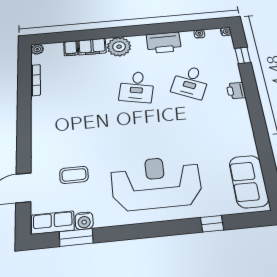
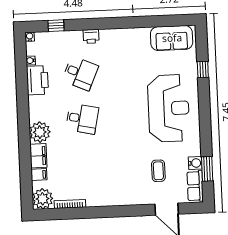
printer: (164, 43) -> (37, 80), moved
plant: (37, 49) -> (43, 199), width x1.88, depth x1.88
reception desk: (156, 183) -> (169, 108), turned 180

